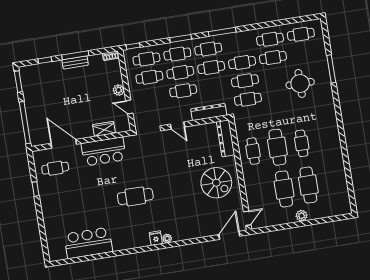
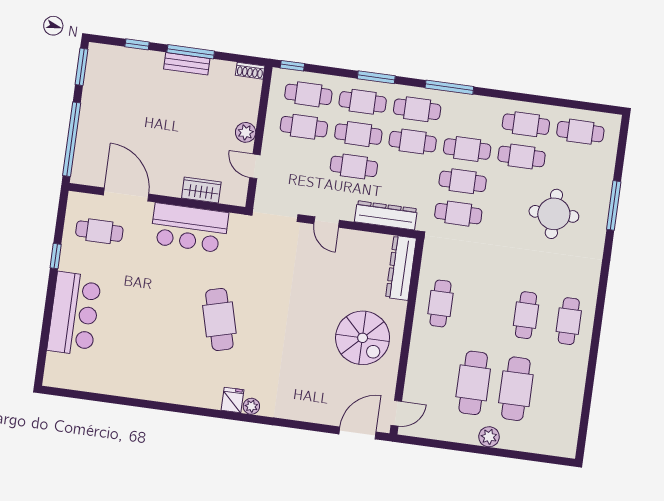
cafe table: (277, 147) -> (569, 321), moved, width x0.73, depth x0.74
cafe table: (135, 196) -> (219, 319), turned 75
bar counter: (88, 243) -> (74, 314), moved, turned 90

